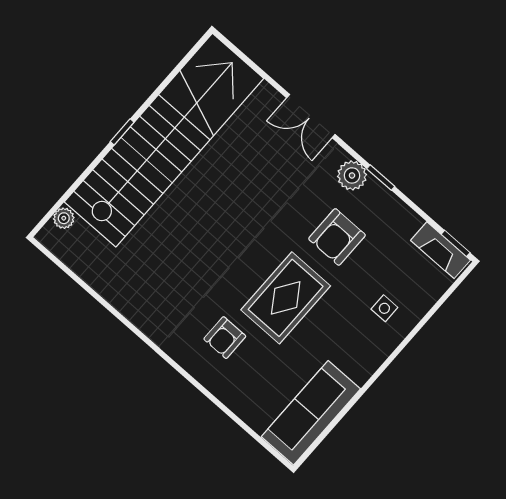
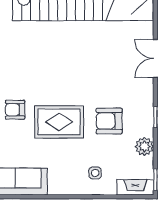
plant: (352, 175) -> (144, 146), moved
fireplace: (441, 250) -> (135, 187), moved, turned 90

